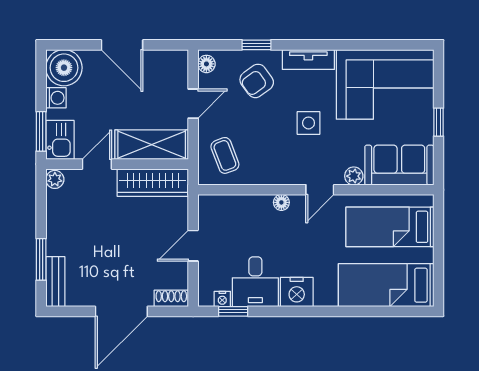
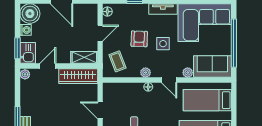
armchair: (257, 81) -> (139, 39), moved, turned 128
window: (439, 122) -> (234, 43), width x3.17
shelving: (152, 145) -> (84, 57), width x0.67, depth x0.75
plant: (276, 176) -> (146, 73), added
door: (320, 190) -> (169, 80), hinge flipped
door: (193, 246) -> (100, 110), hinge flipped

